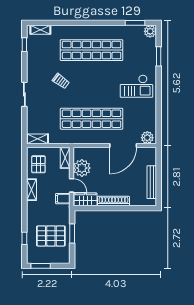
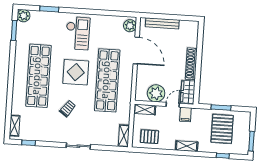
display table: (98, 87) -> (76, 72), added
bench: (152, 182) -> (162, 23), moved
shelving: (31, 190) -> (187, 146), moved

